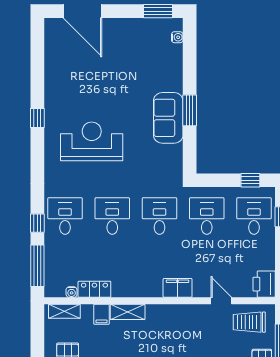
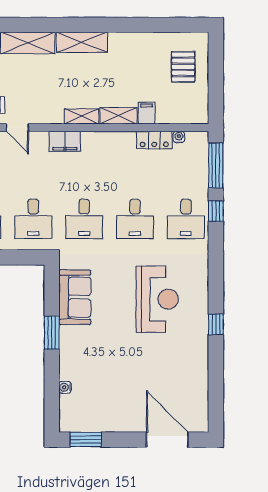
water cooler: (177, 37) -> (65, 387), moved
sofa: (168, 118) -> (75, 297), moved
reception desk: (92, 141) -> (157, 299), turned -90
shelving: (64, 311) -> (81, 116), moved

